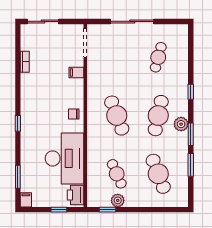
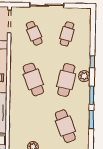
plant: (181, 124) -> (84, 76), moved
cafe table: (117, 174) -> (34, 33), moved

